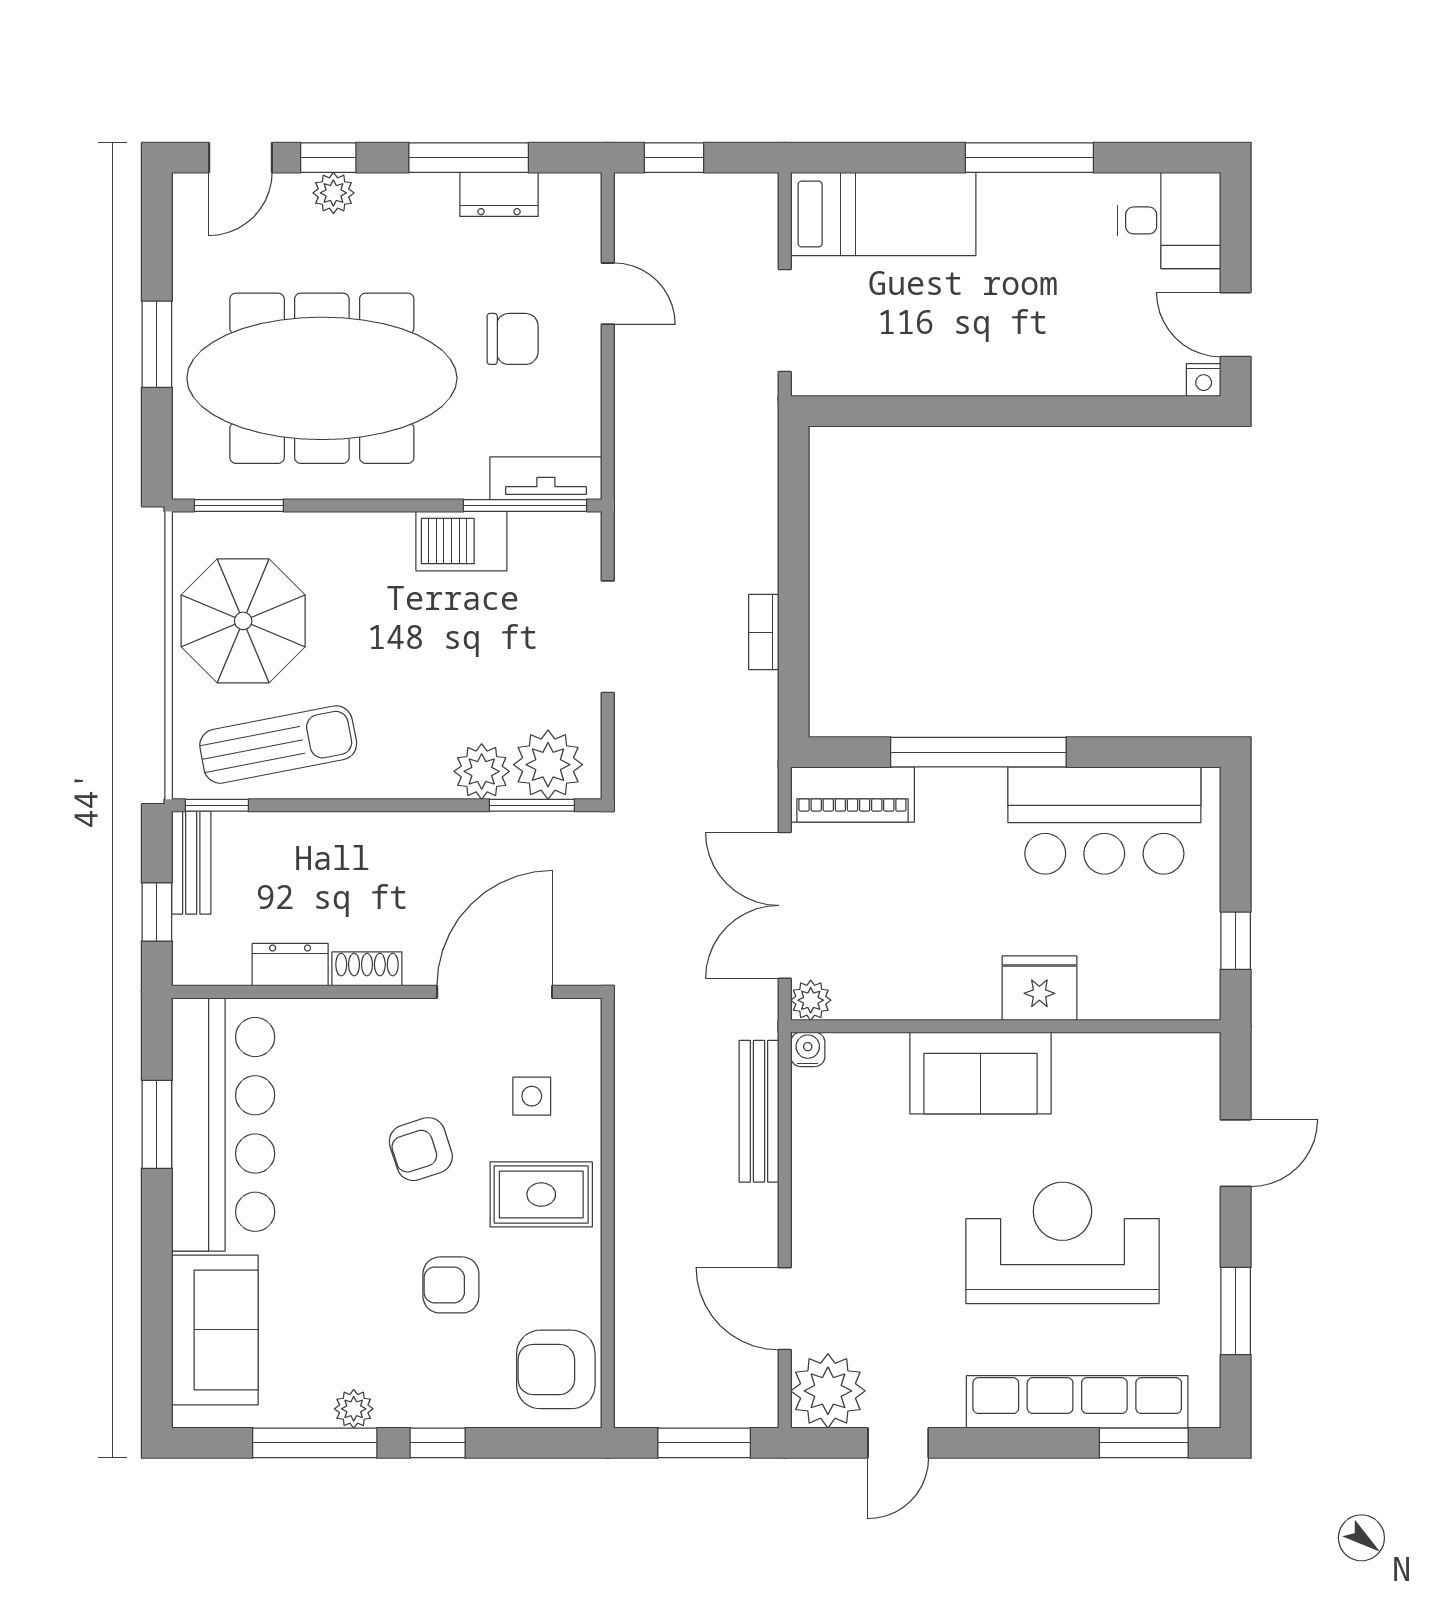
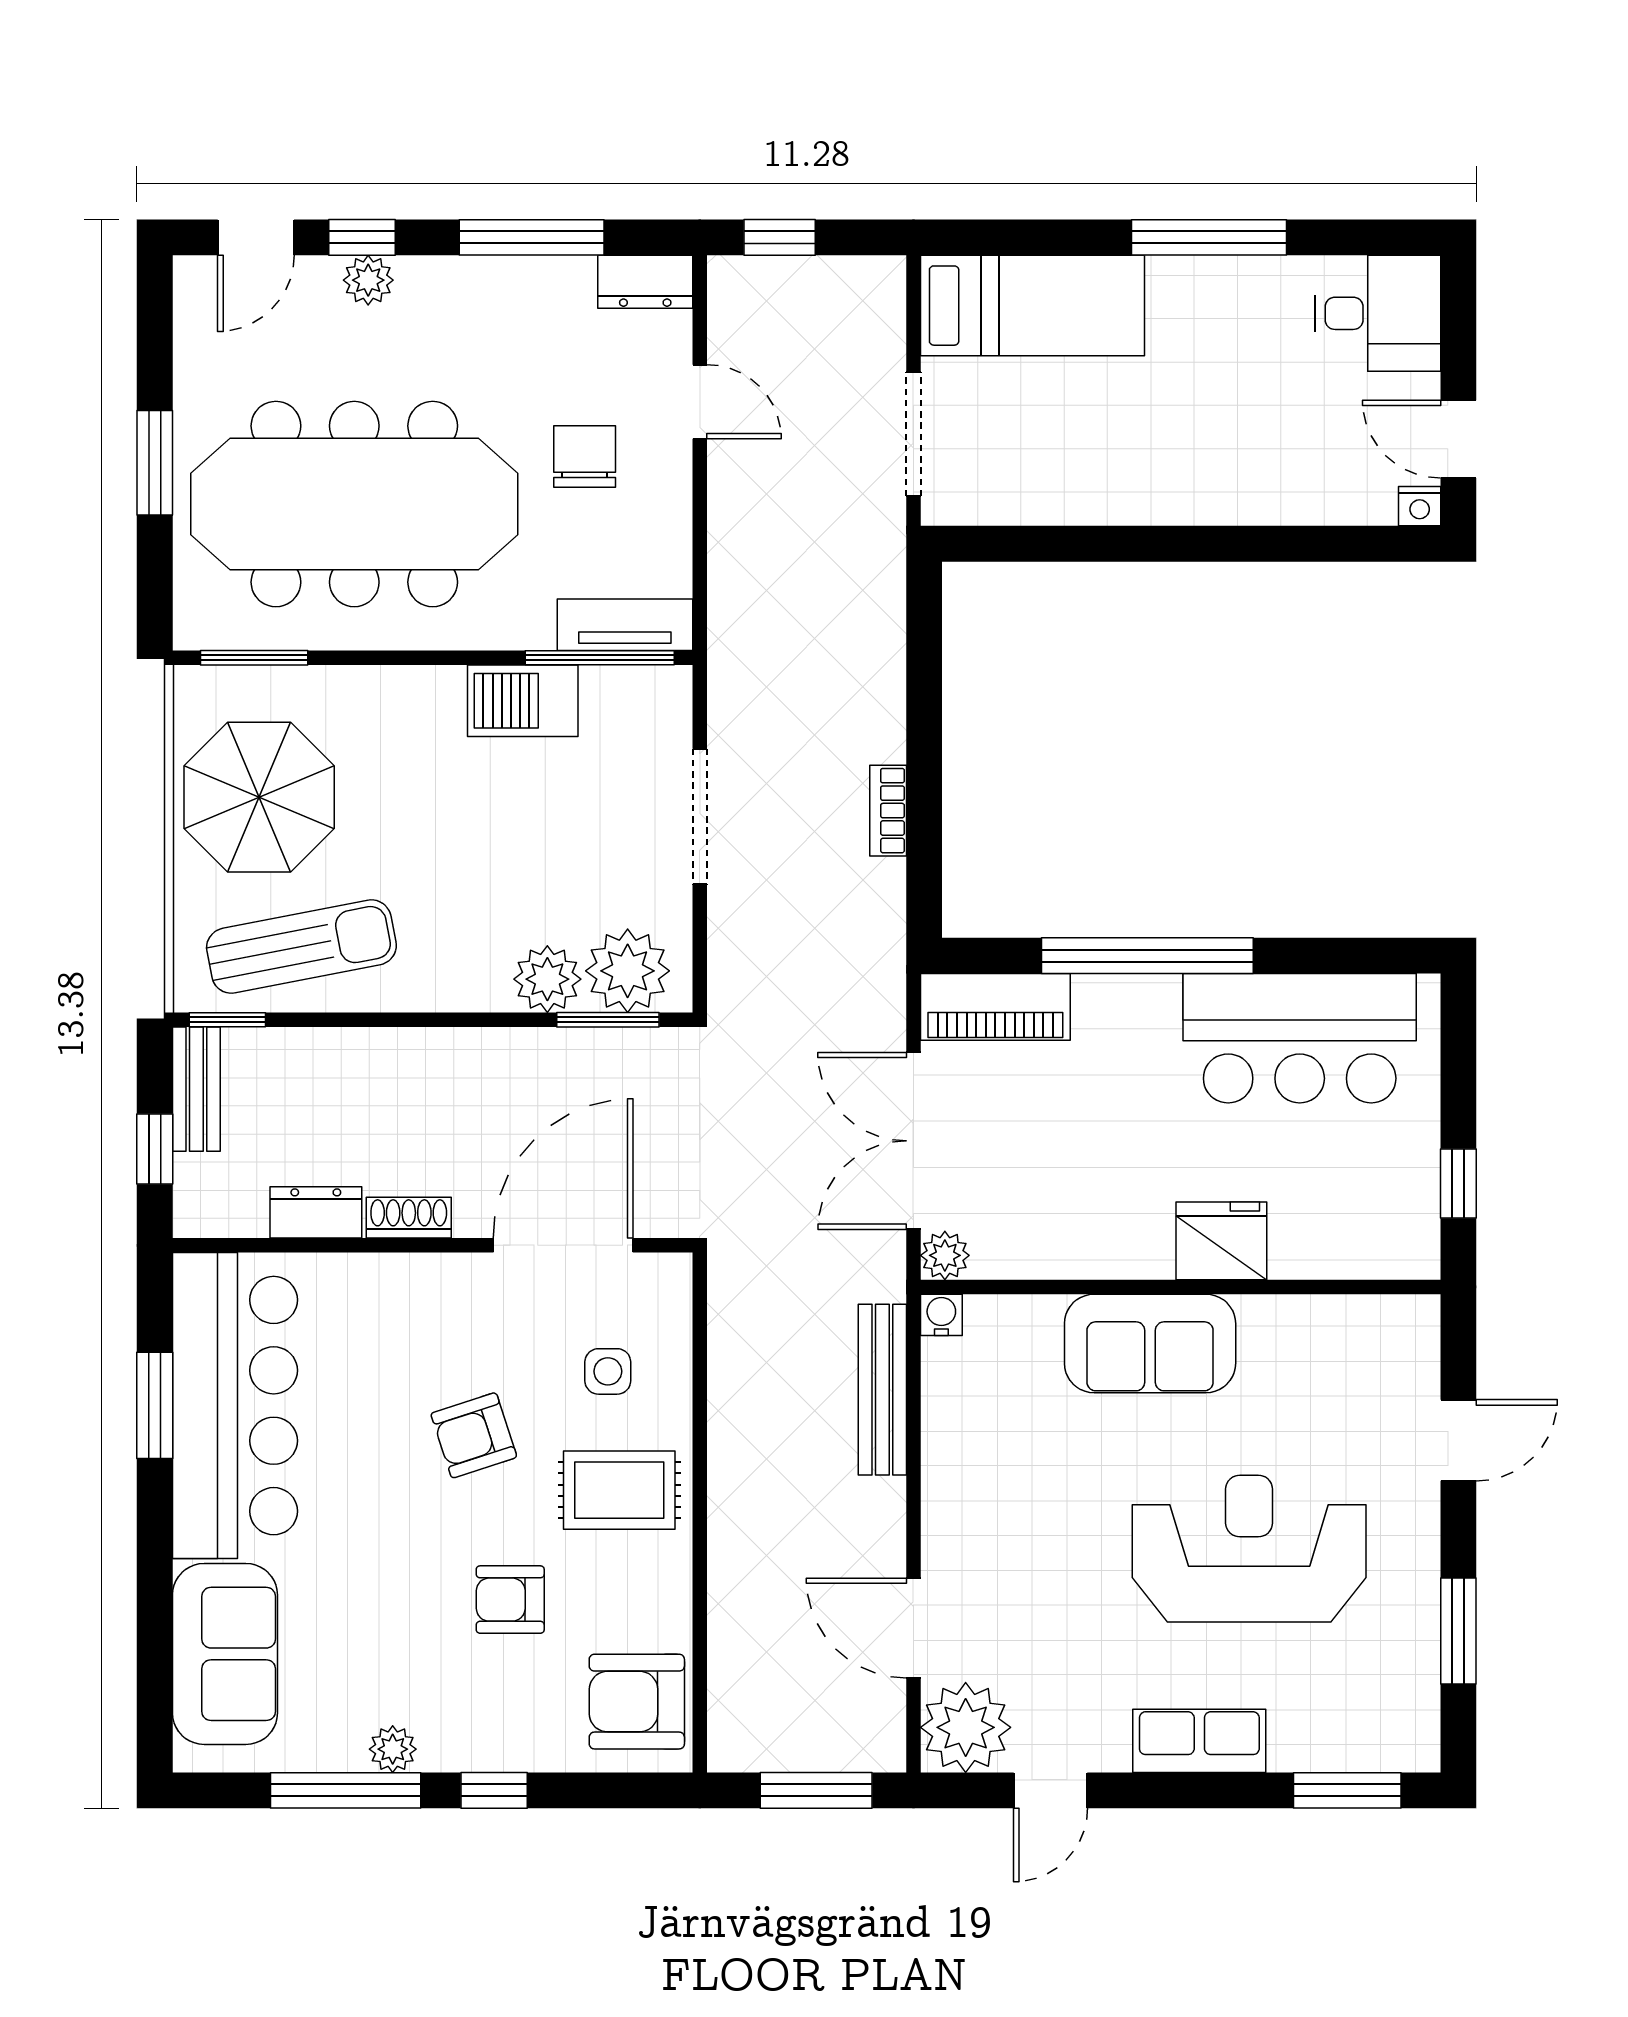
dresser: (499, 194) -> (645, 282), moved
chair: (513, 339) -> (585, 456), turned -90
row of seats: (1077, 1402) -> (1199, 1741), width x0.50

